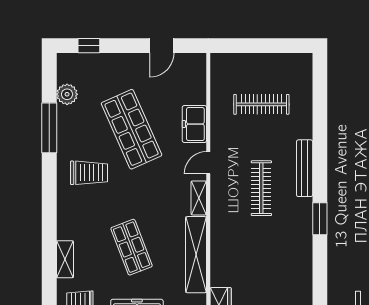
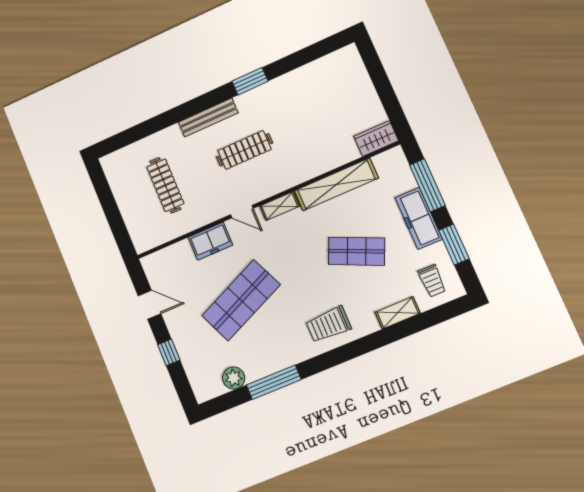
window: (89, 46) -> (169, 352), moved
trolley: (89, 173) -> (328, 324), moved, turned -90
shop shelf: (132, 247) -> (356, 251), turned 45

